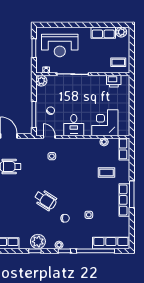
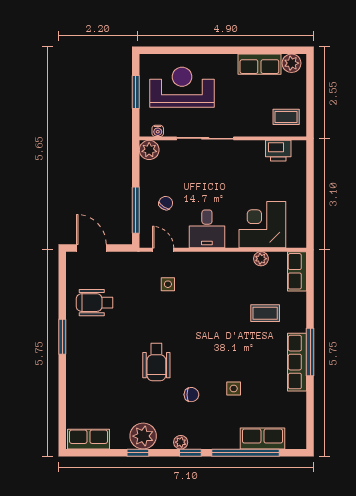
reception desk: (60, 46) -> (182, 87), turned 180
wheelchair: (45, 200) -> (156, 362), turned 57
row of seats: (111, 243) -> (262, 439), width x0.68

